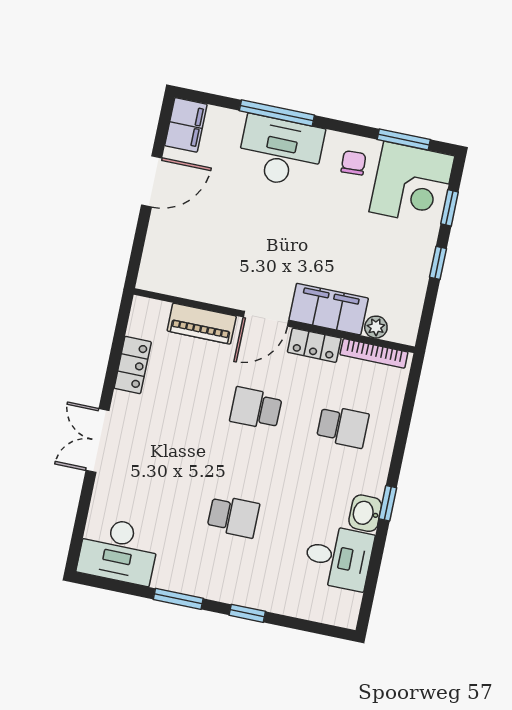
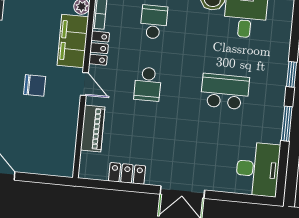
chair: (272, 248) -> (35, 85), added
door: (266, 319) -> (84, 84), width x0.73
school desk: (233, 516) -> (225, 91), width x1.85

